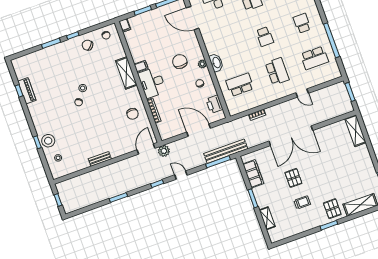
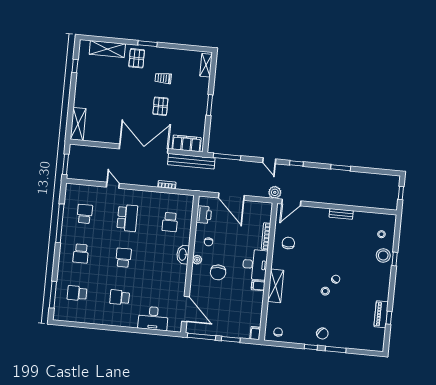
chair: (87, 45) -> (322, 334), moved
school desk: (314, 58) -> (85, 214), width x0.54
school desk: (277, 71) -> (127, 218), turned 180
school desk: (240, 85) -> (170, 222), width x0.54
bench: (226, 151) -> (191, 161), moved
filing cabinet: (253, 174) -> (187, 143), moved, turned 90
shelving: (267, 218) -> (206, 65), moved

